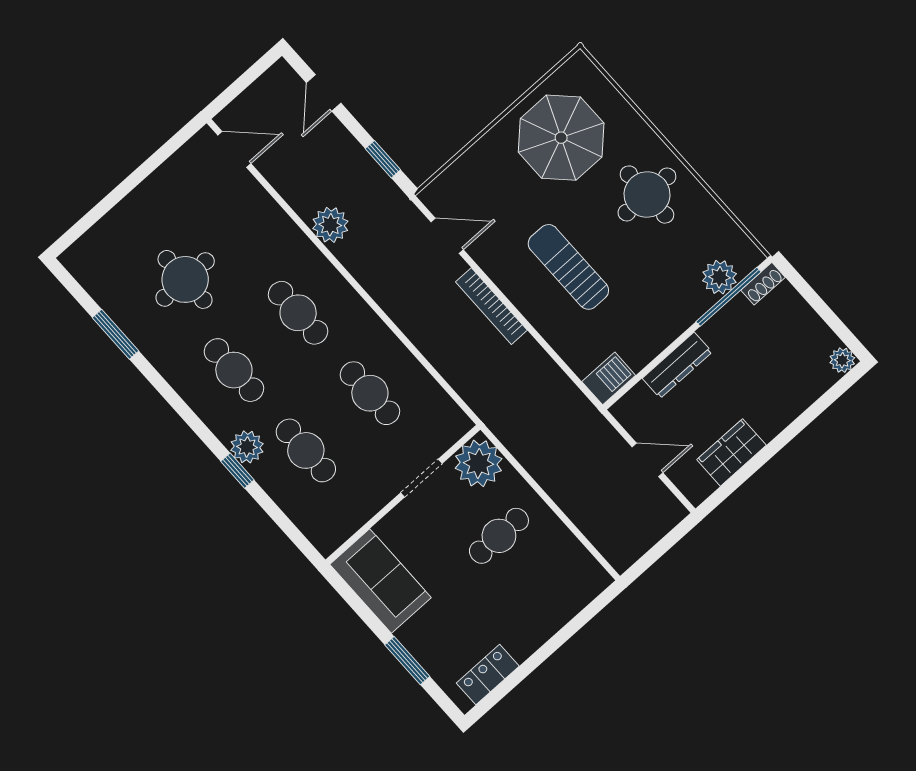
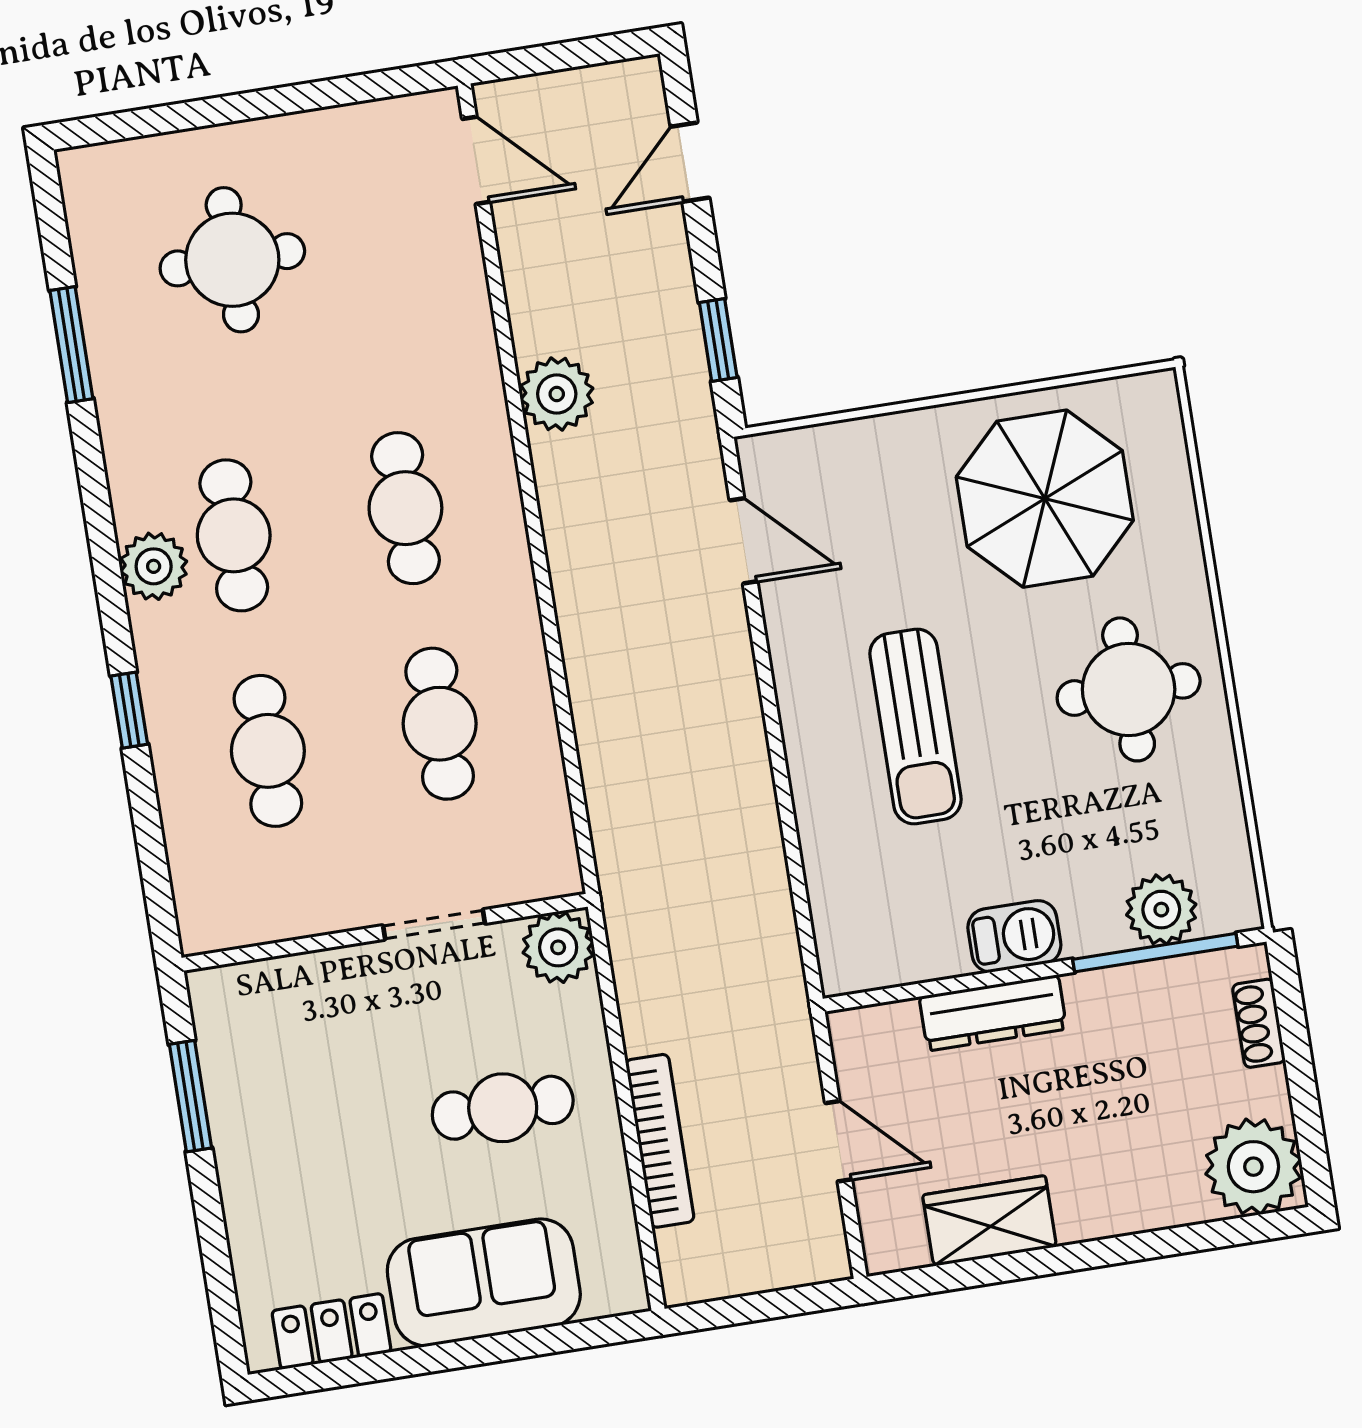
sun lounger: (568, 267) -> (916, 726), turned 180
round table: (185, 279) -> (232, 260), moved
shoe rack: (763, 284) -> (1259, 1023), moved, turned 90
bookcase: (491, 306) -> (660, 1141), moved, turned 180
plant: (842, 360) -> (1253, 1167), width x1.88, depth x1.88
barbecue: (609, 378) -> (1014, 936), moved
plant: (247, 447) -> (154, 566), moved
plant: (479, 463) -> (558, 947), width x0.73, depth x0.73
sofa: (381, 581) -> (484, 1283), moved, turned -90
window: (407, 661) -> (190, 1096), moved

